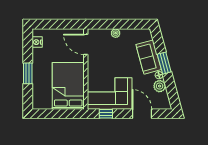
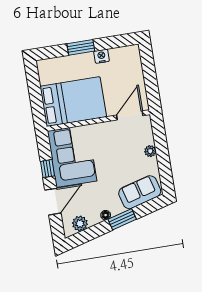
nightstand: (37, 42) -> (101, 56), moved
sofa: (149, 57) -> (140, 192), moved
plant: (160, 86) -> (80, 224), moved
window: (106, 114) -> (48, 169), moved

